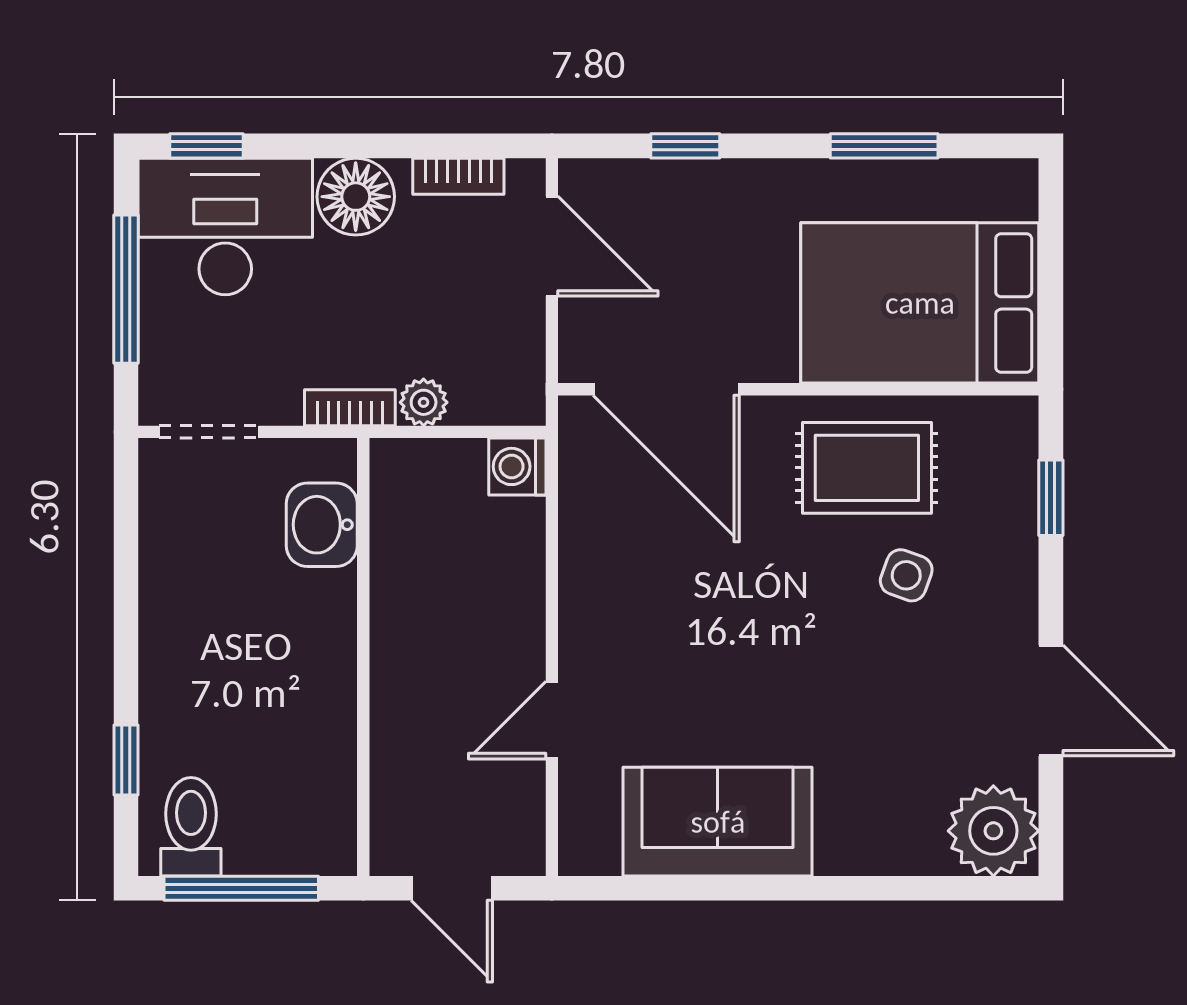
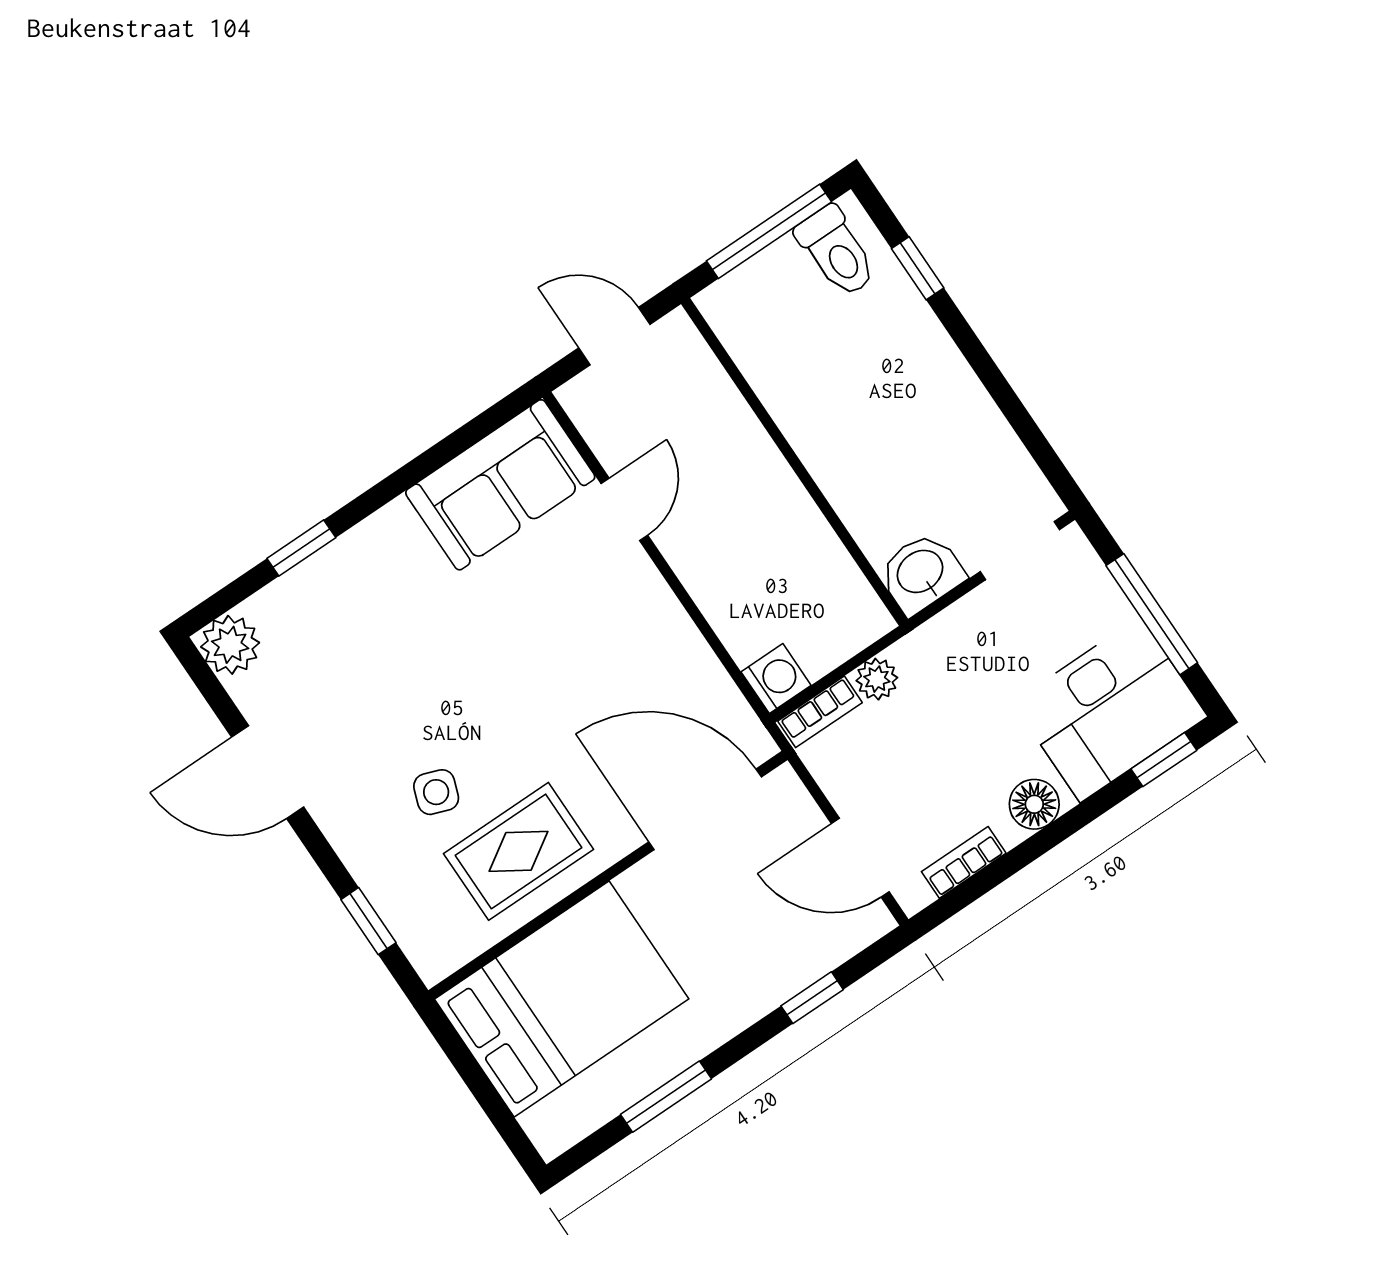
floor lamp: (356, 197) -> (1034, 804), width x0.73, depth x0.73
bookcase: (350, 408) -> (820, 712), moved
washbasin: (322, 525) -> (921, 573), moved, turned -90
sofa: (718, 822) -> (500, 485), moved
plant: (993, 831) -> (230, 645), width x0.73, depth x0.73
window: (878, 888) -> (301, 548), added

